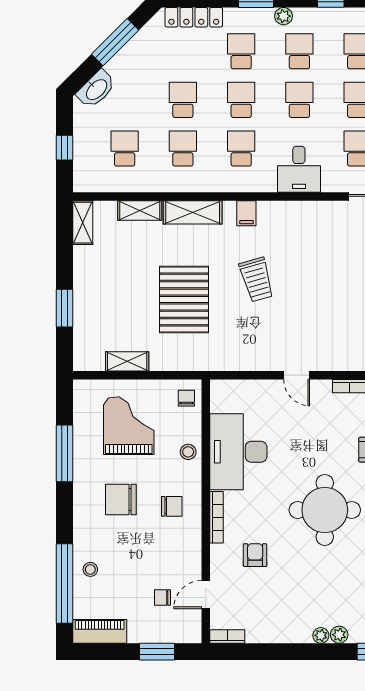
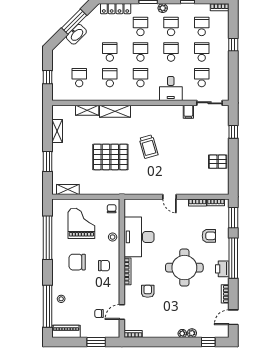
washbasin: (96, 89) -> (76, 34), moved
filing cabinet: (246, 213) -> (188, 112), moved
shelving: (83, 223) -> (57, 131), moved
pallet: (184, 300) -> (110, 157), turned 90
shelving: (127, 361) -> (68, 189), moved
window: (64, 453) -> (48, 238), width x1.46

